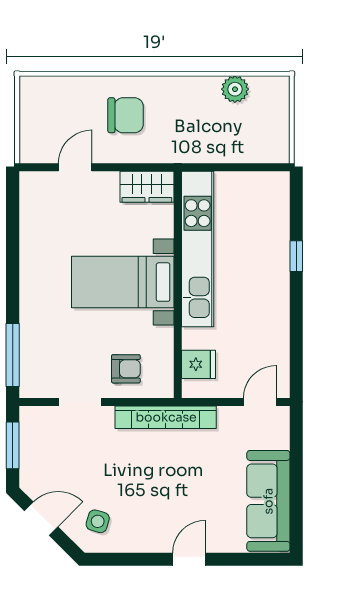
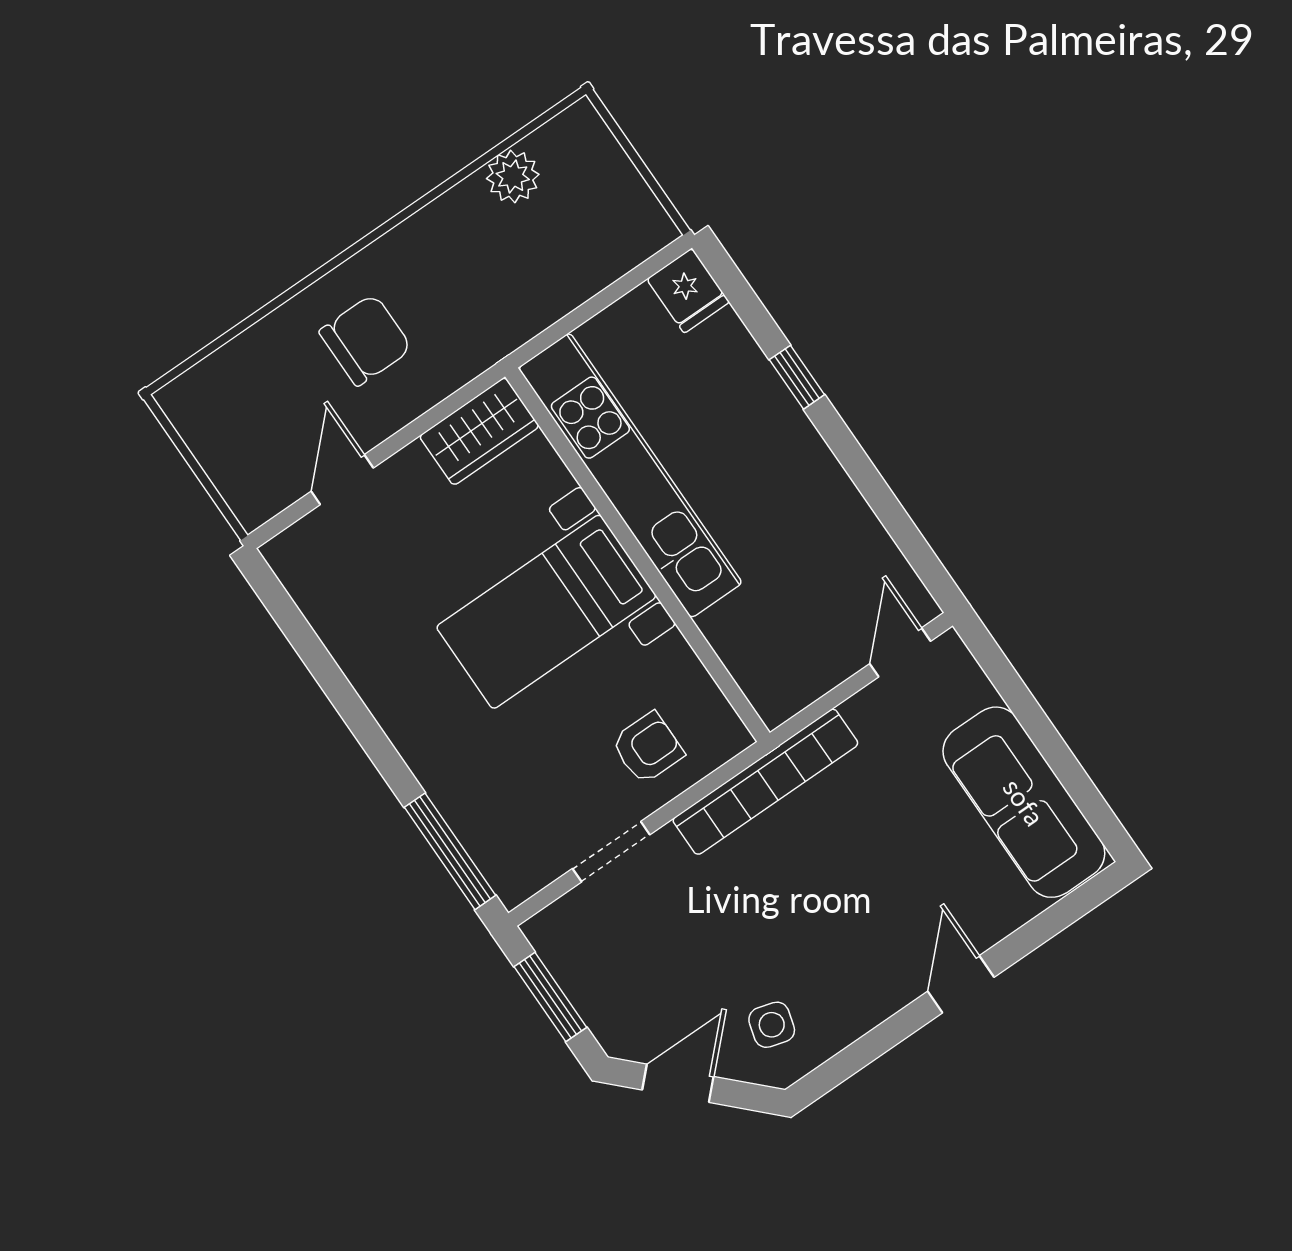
fridge: (198, 364) -> (688, 291), moved, turned 90

